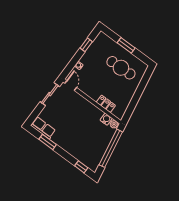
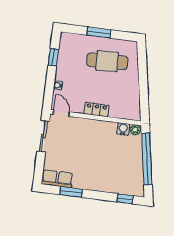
locker: (106, 104) -> (96, 110), moved

